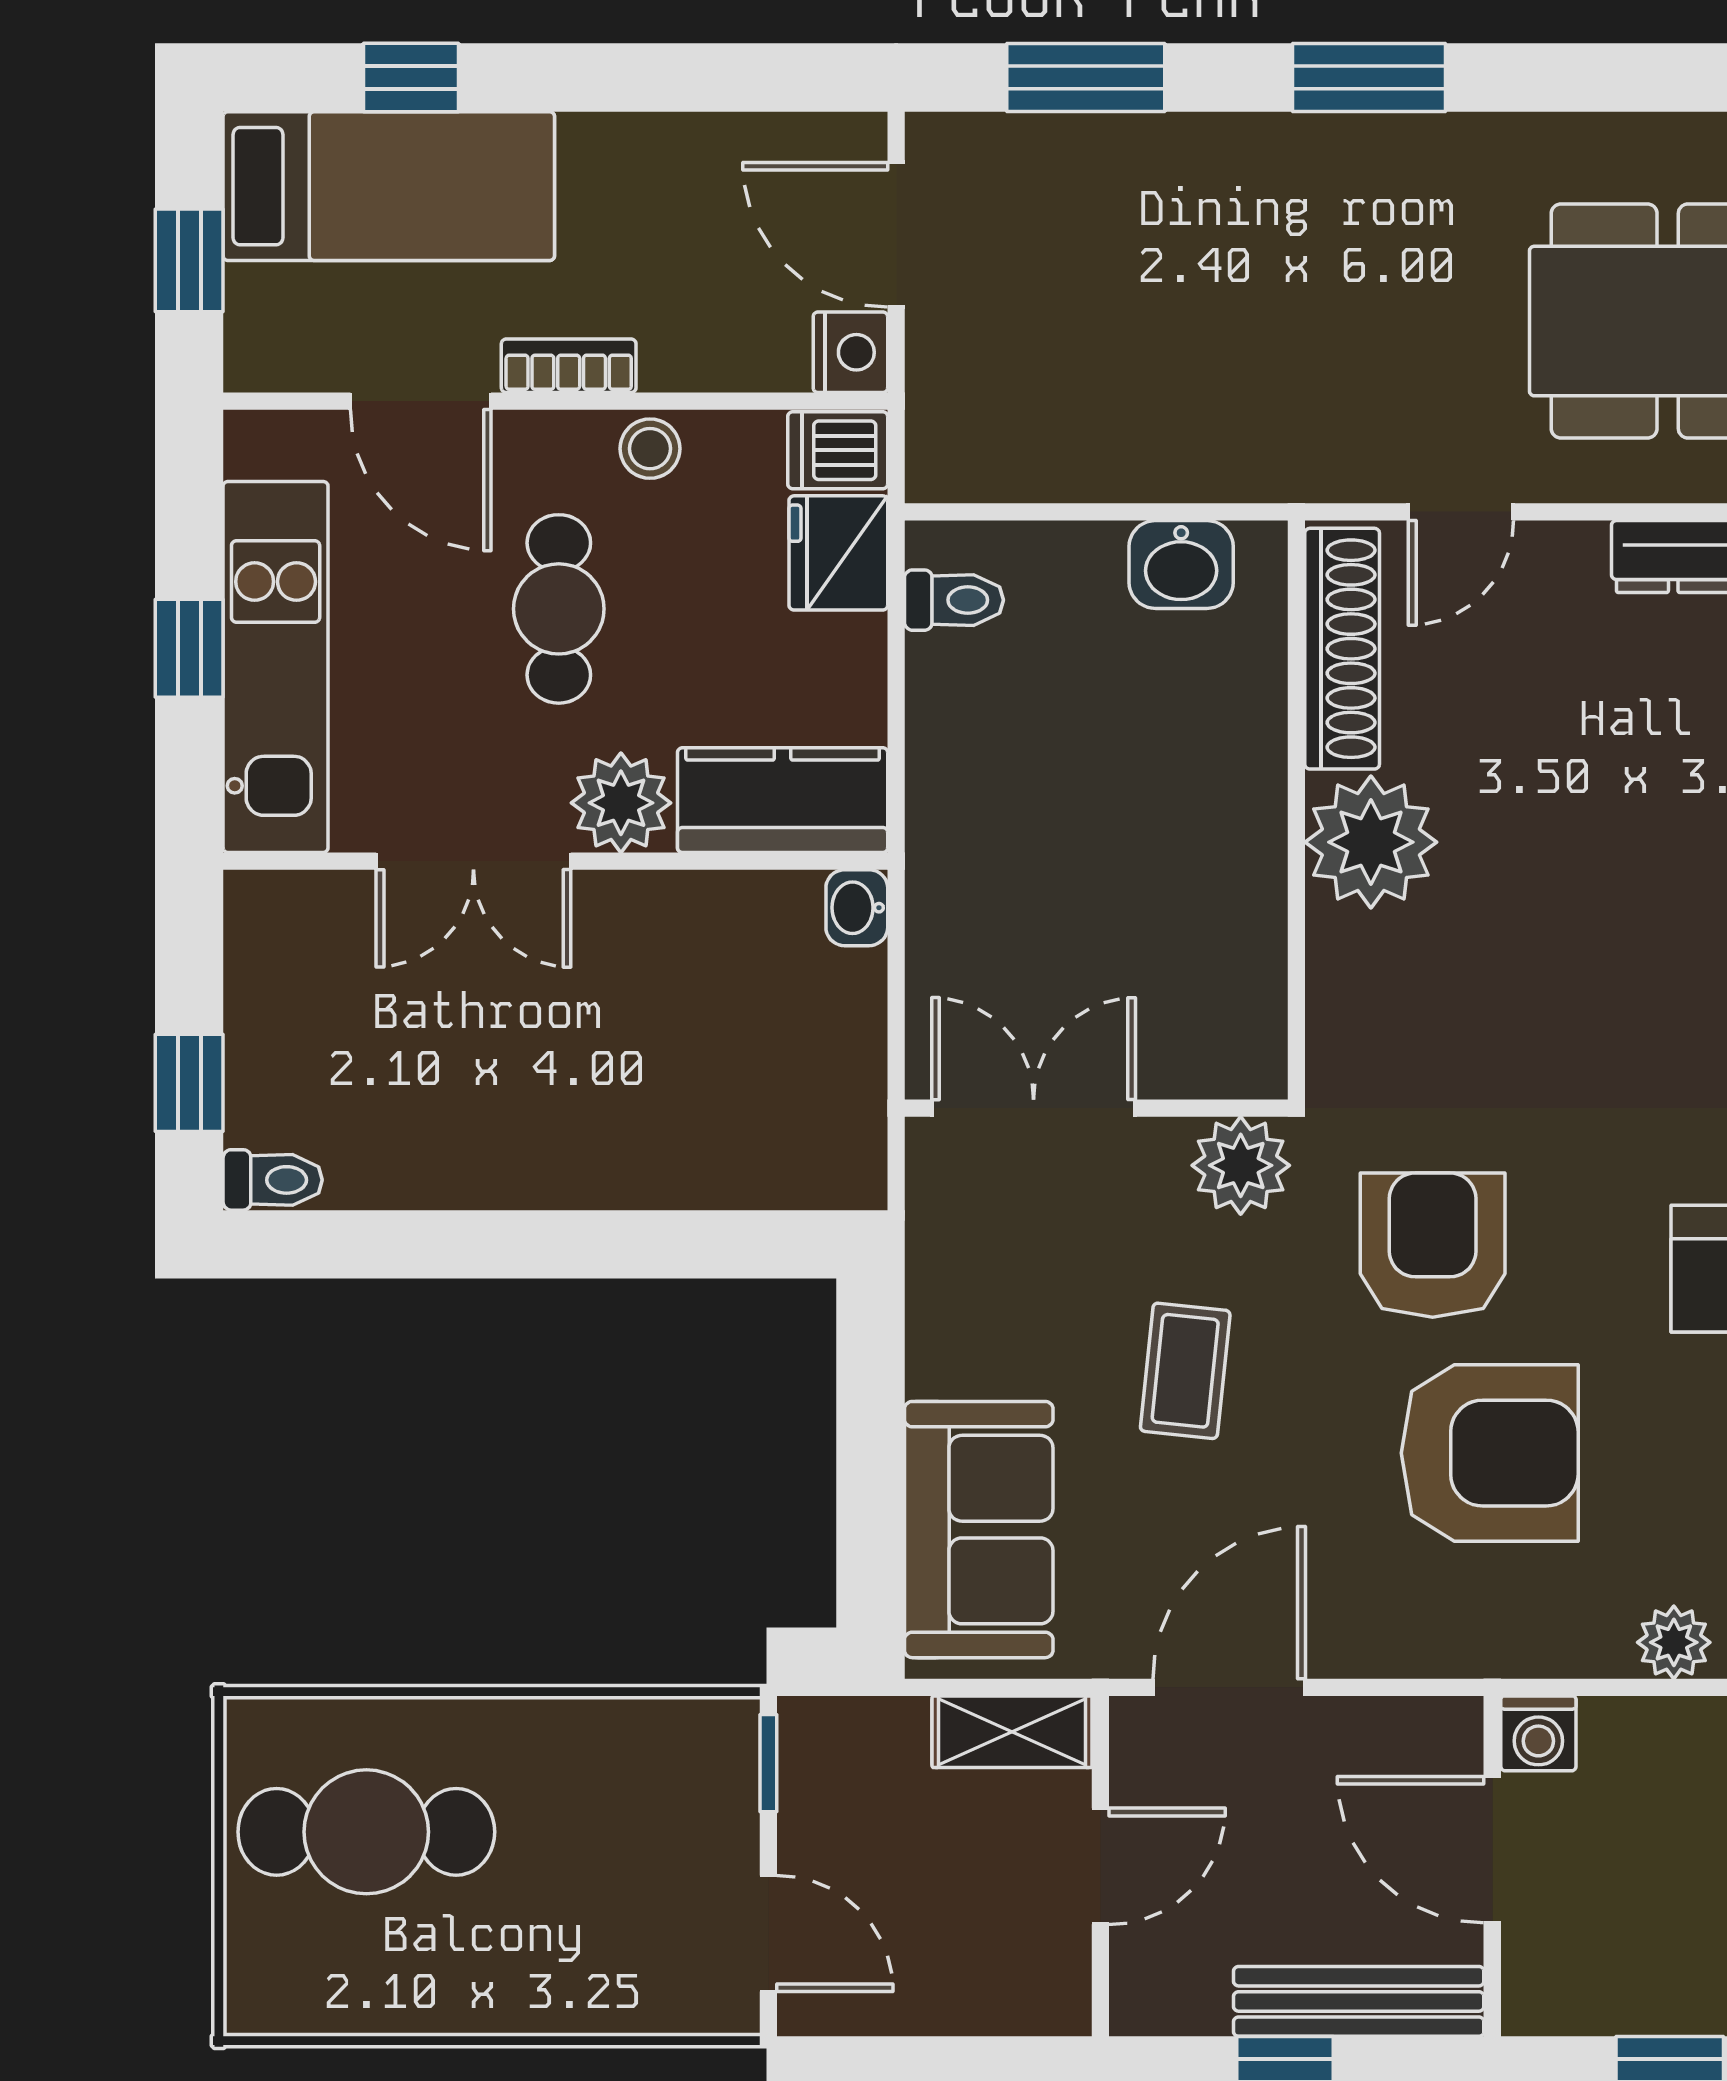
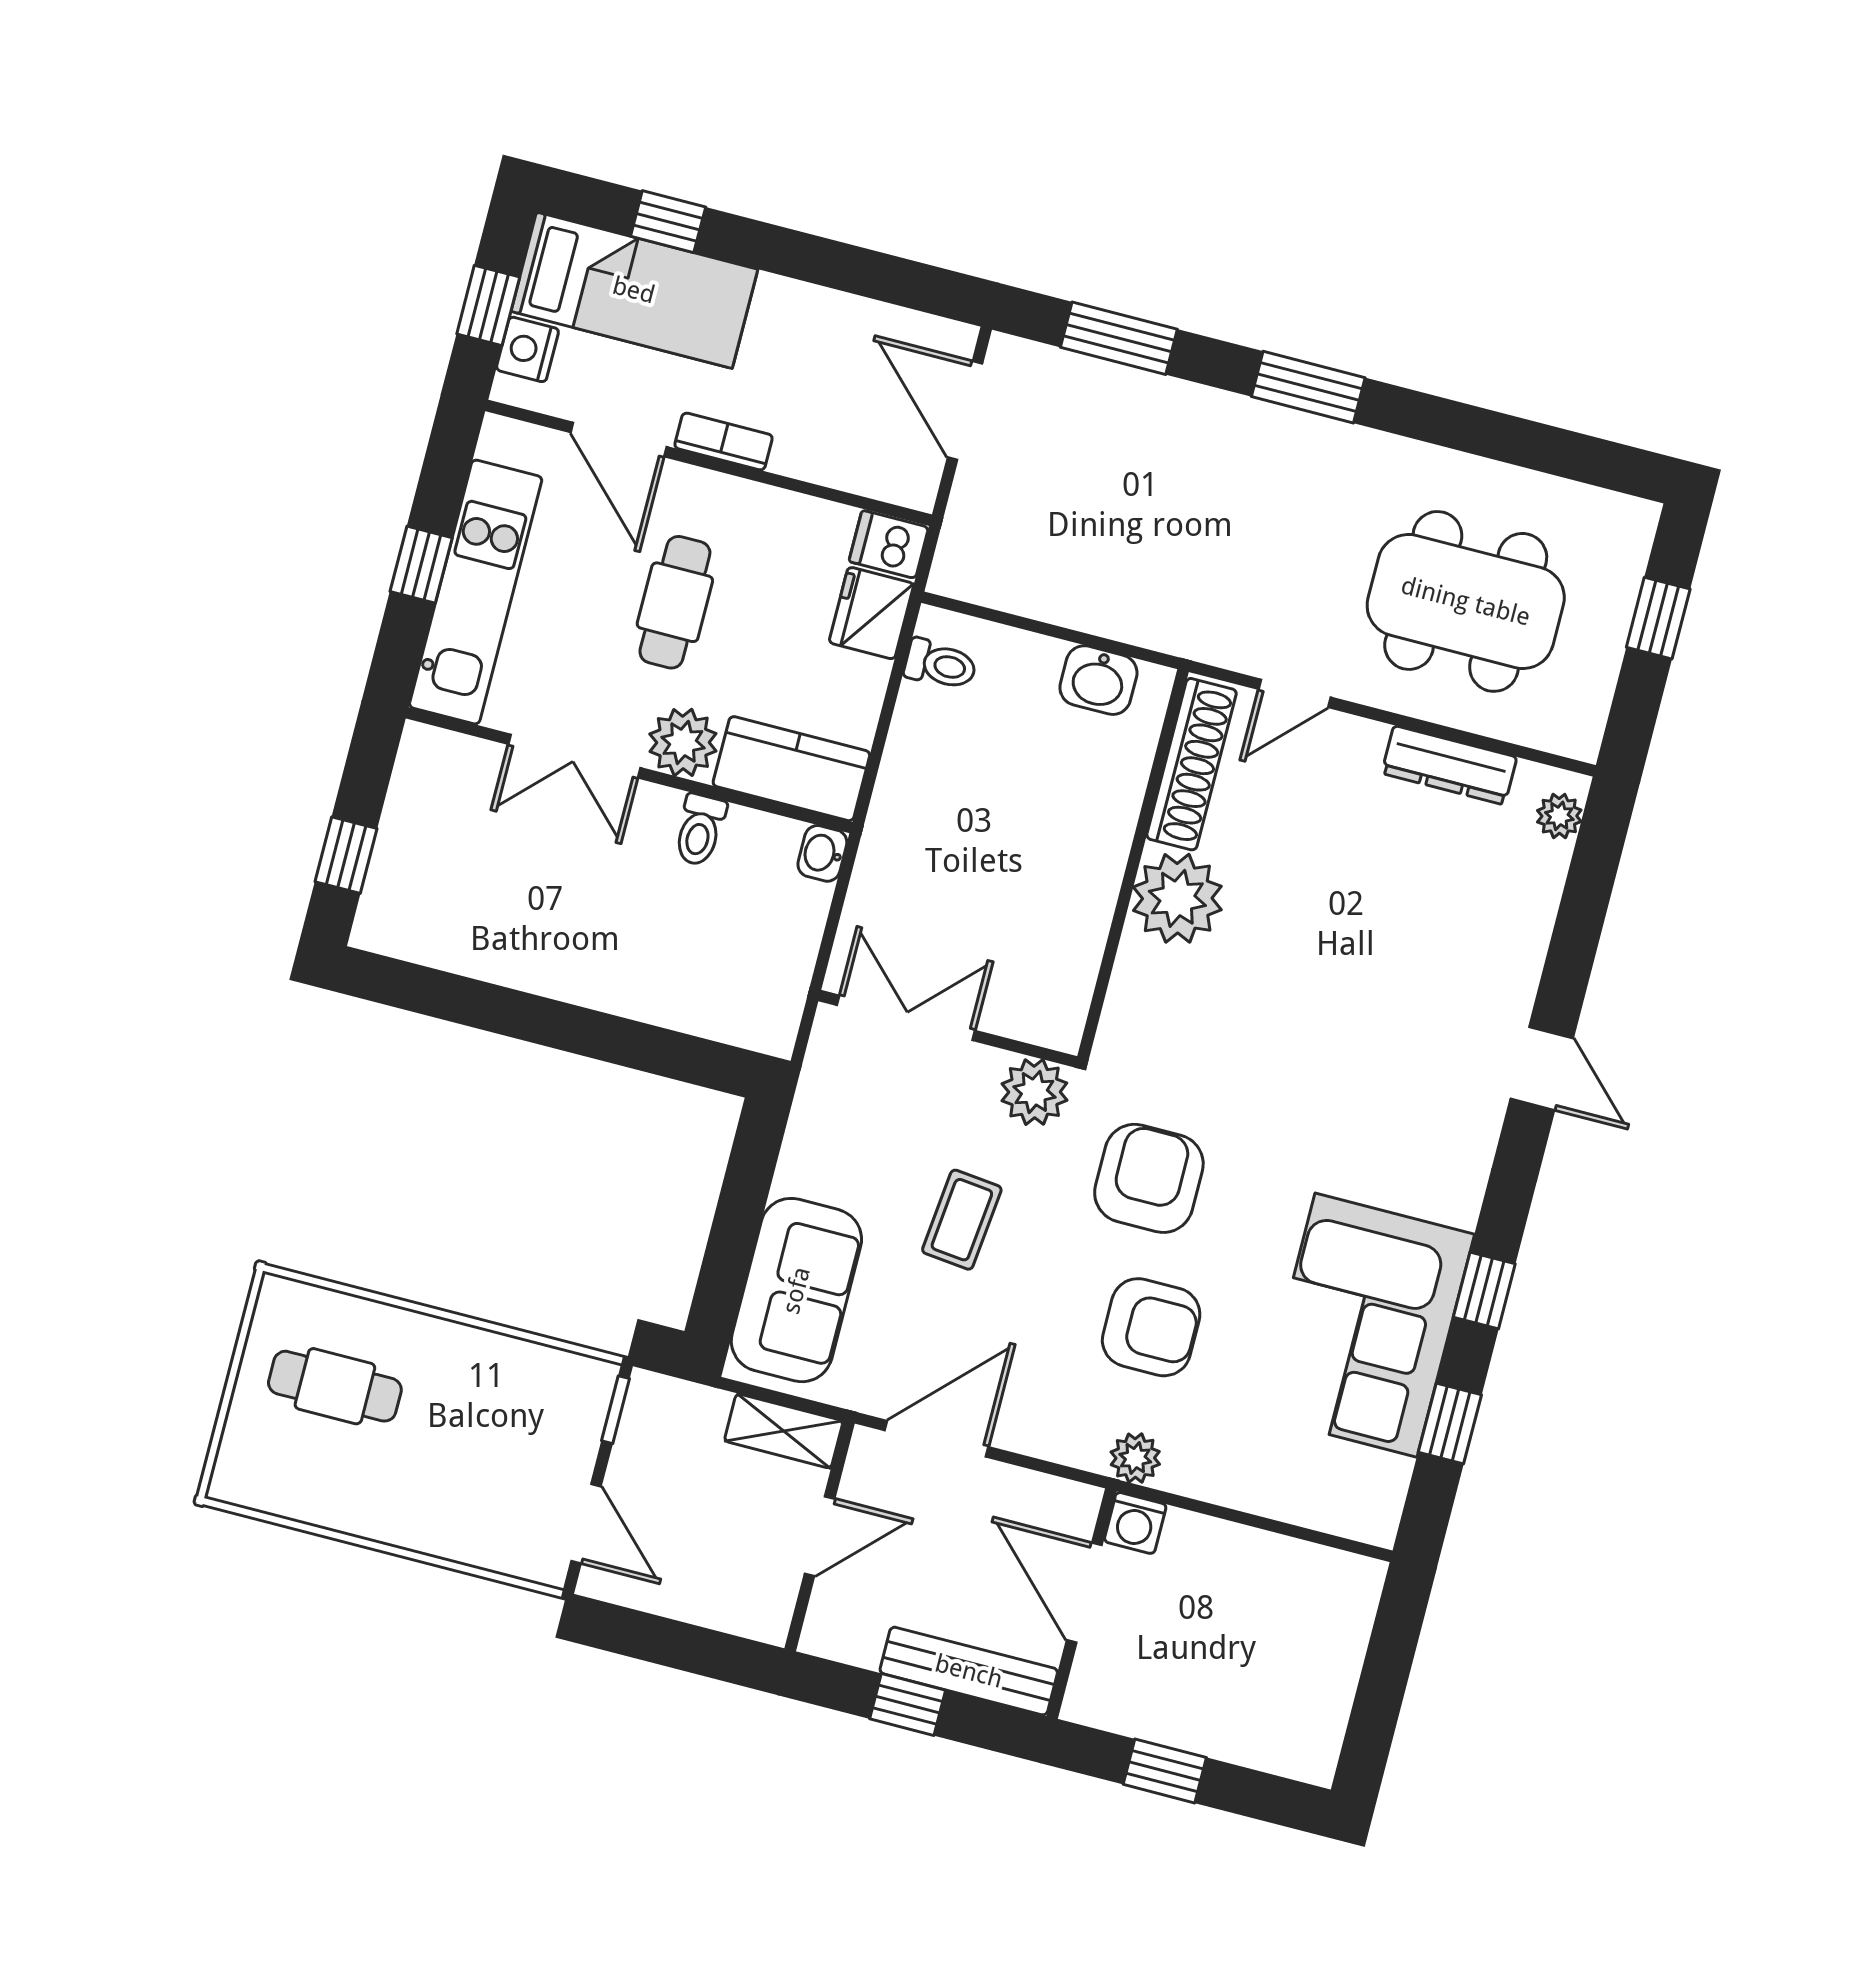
nightstand: (850, 352) -> (528, 349), moved, turned 180
stool: (650, 449) -> (764, 511), removed
toilet: (273, 1180) -> (700, 830), moved, turned 90
armchair: (1490, 1453) -> (1151, 1327), width x0.73, depth x0.73
plant: (1674, 1642) -> (1135, 1458), moved
cafe table: (366, 1832) -> (335, 1386), width x0.73, depth x0.74

